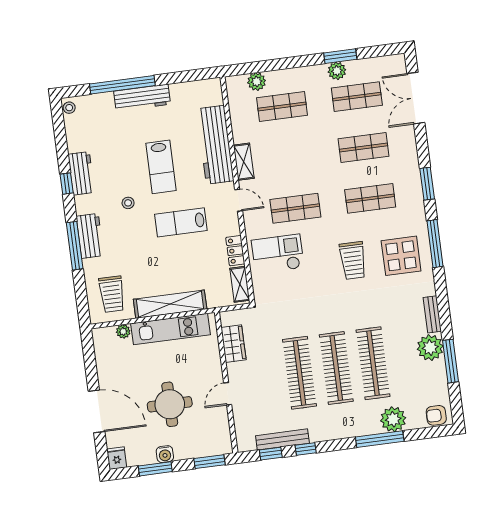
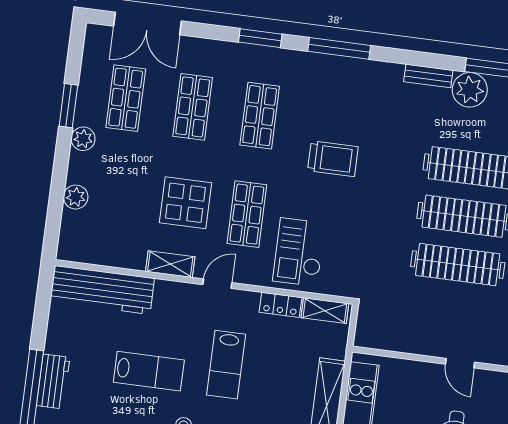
plant: (337, 71) -> (83, 139), moved
plant: (257, 82) -> (76, 197), moved
workbench: (142, 98) -> (53, 381), width x0.73
shop shelf: (282, 106) -> (113, 197), removed
workbench: (215, 145) -> (102, 290), moved
display table: (401, 256) -> (185, 203), moved
wardrobe: (233, 344) -> (398, 339), removed

